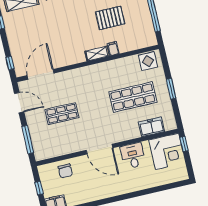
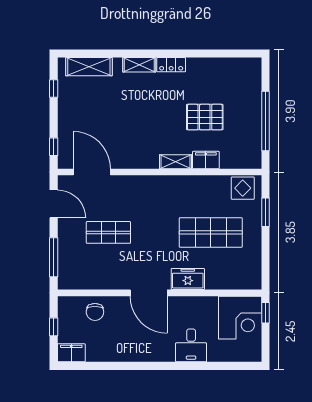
filing cabinet: (113, 49) -> (206, 160), width x2.00
door: (41, 74) -> (92, 172), hinge flipped
window: (171, 89) -> (266, 212), moved
freezer: (151, 127) -> (188, 279), moved
desk: (133, 156) -> (191, 345), moved, turned 180

